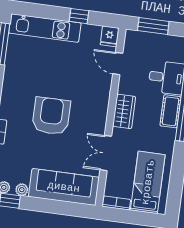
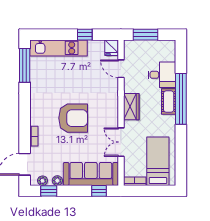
armchair: (51, 116) -> (73, 118), turned 90
window: (71, 209) -> (99, 191), added

